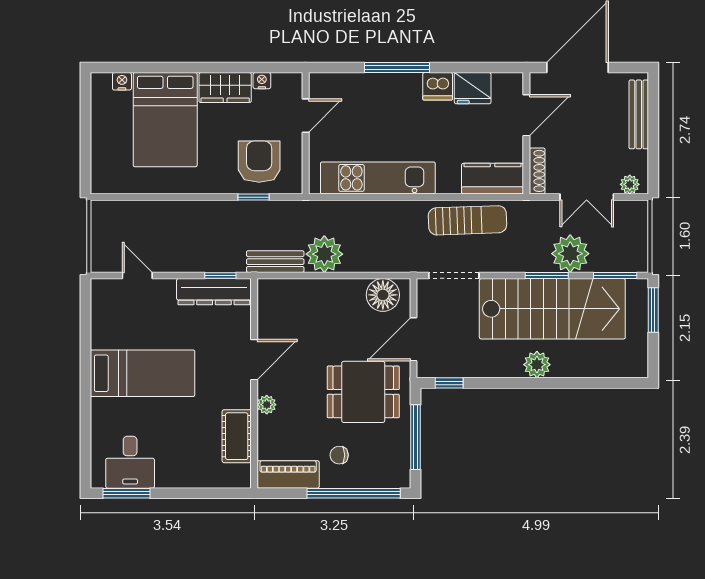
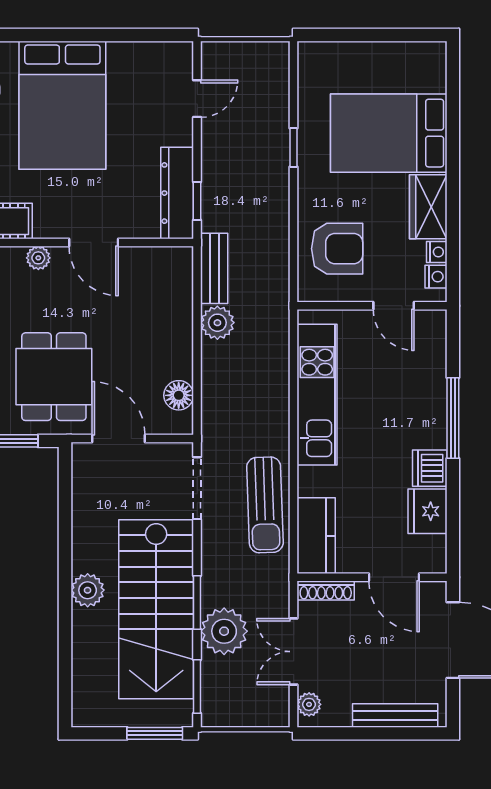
nightstand: (122, 81) -> (436, 277), moved
window: (253, 197) -> (294, 148), moved
plant: (324, 254) -> (217, 323), width x0.73, depth x0.73
floor lamp: (383, 295) -> (179, 395), width x0.73, depth x0.73
bed: (143, 373) -> (62, 105), width x1.50
window: (449, 383) -> (65, 482), removed

